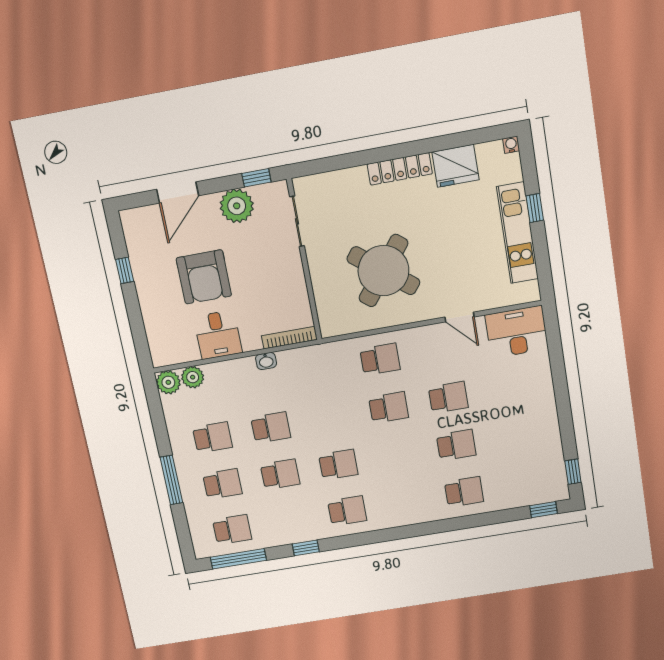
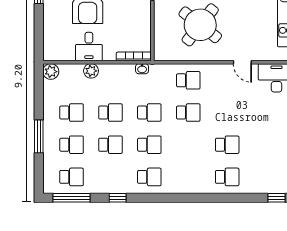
washbasin: (266, 361) -> (142, 69), moved
plant: (193, 377) -> (91, 71), moved
school desk: (448, 397) -> (149, 113), moved

